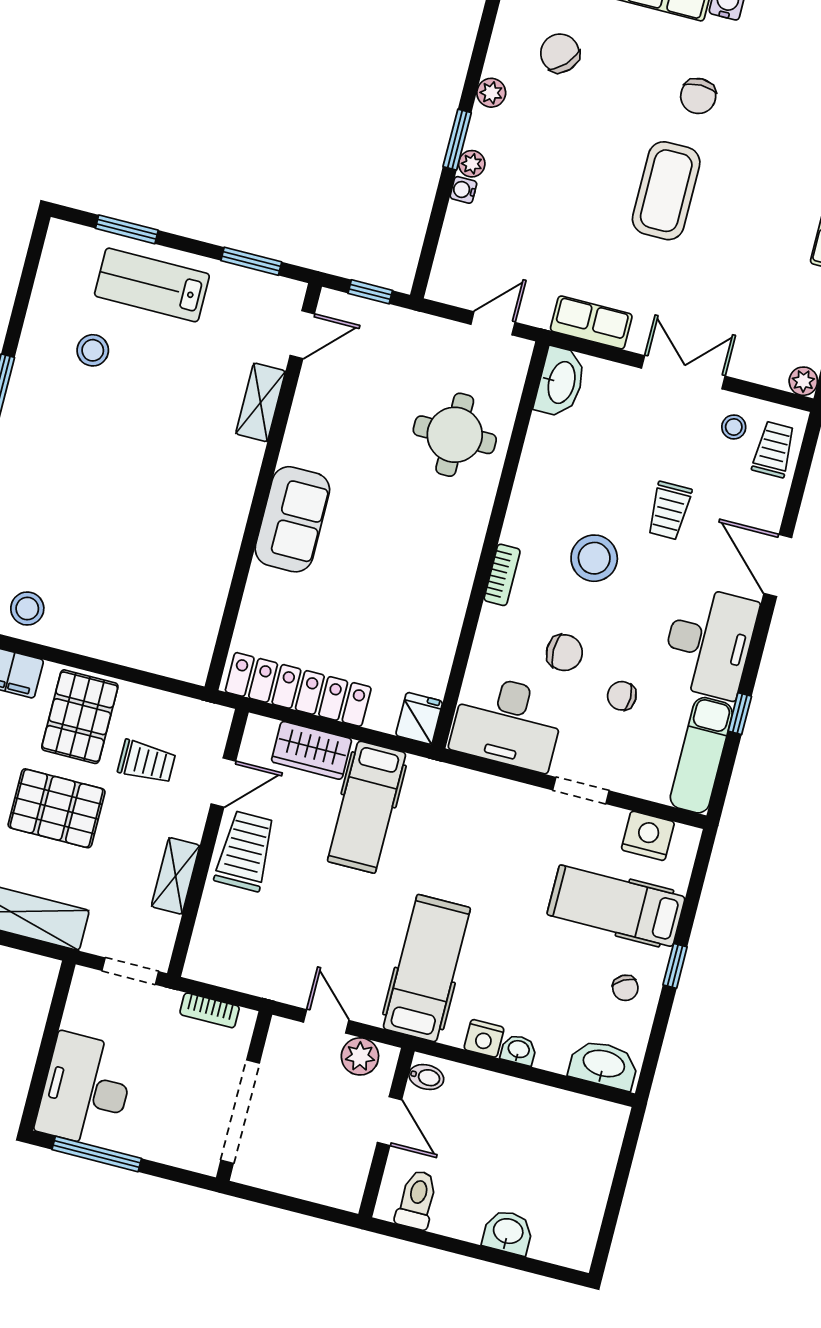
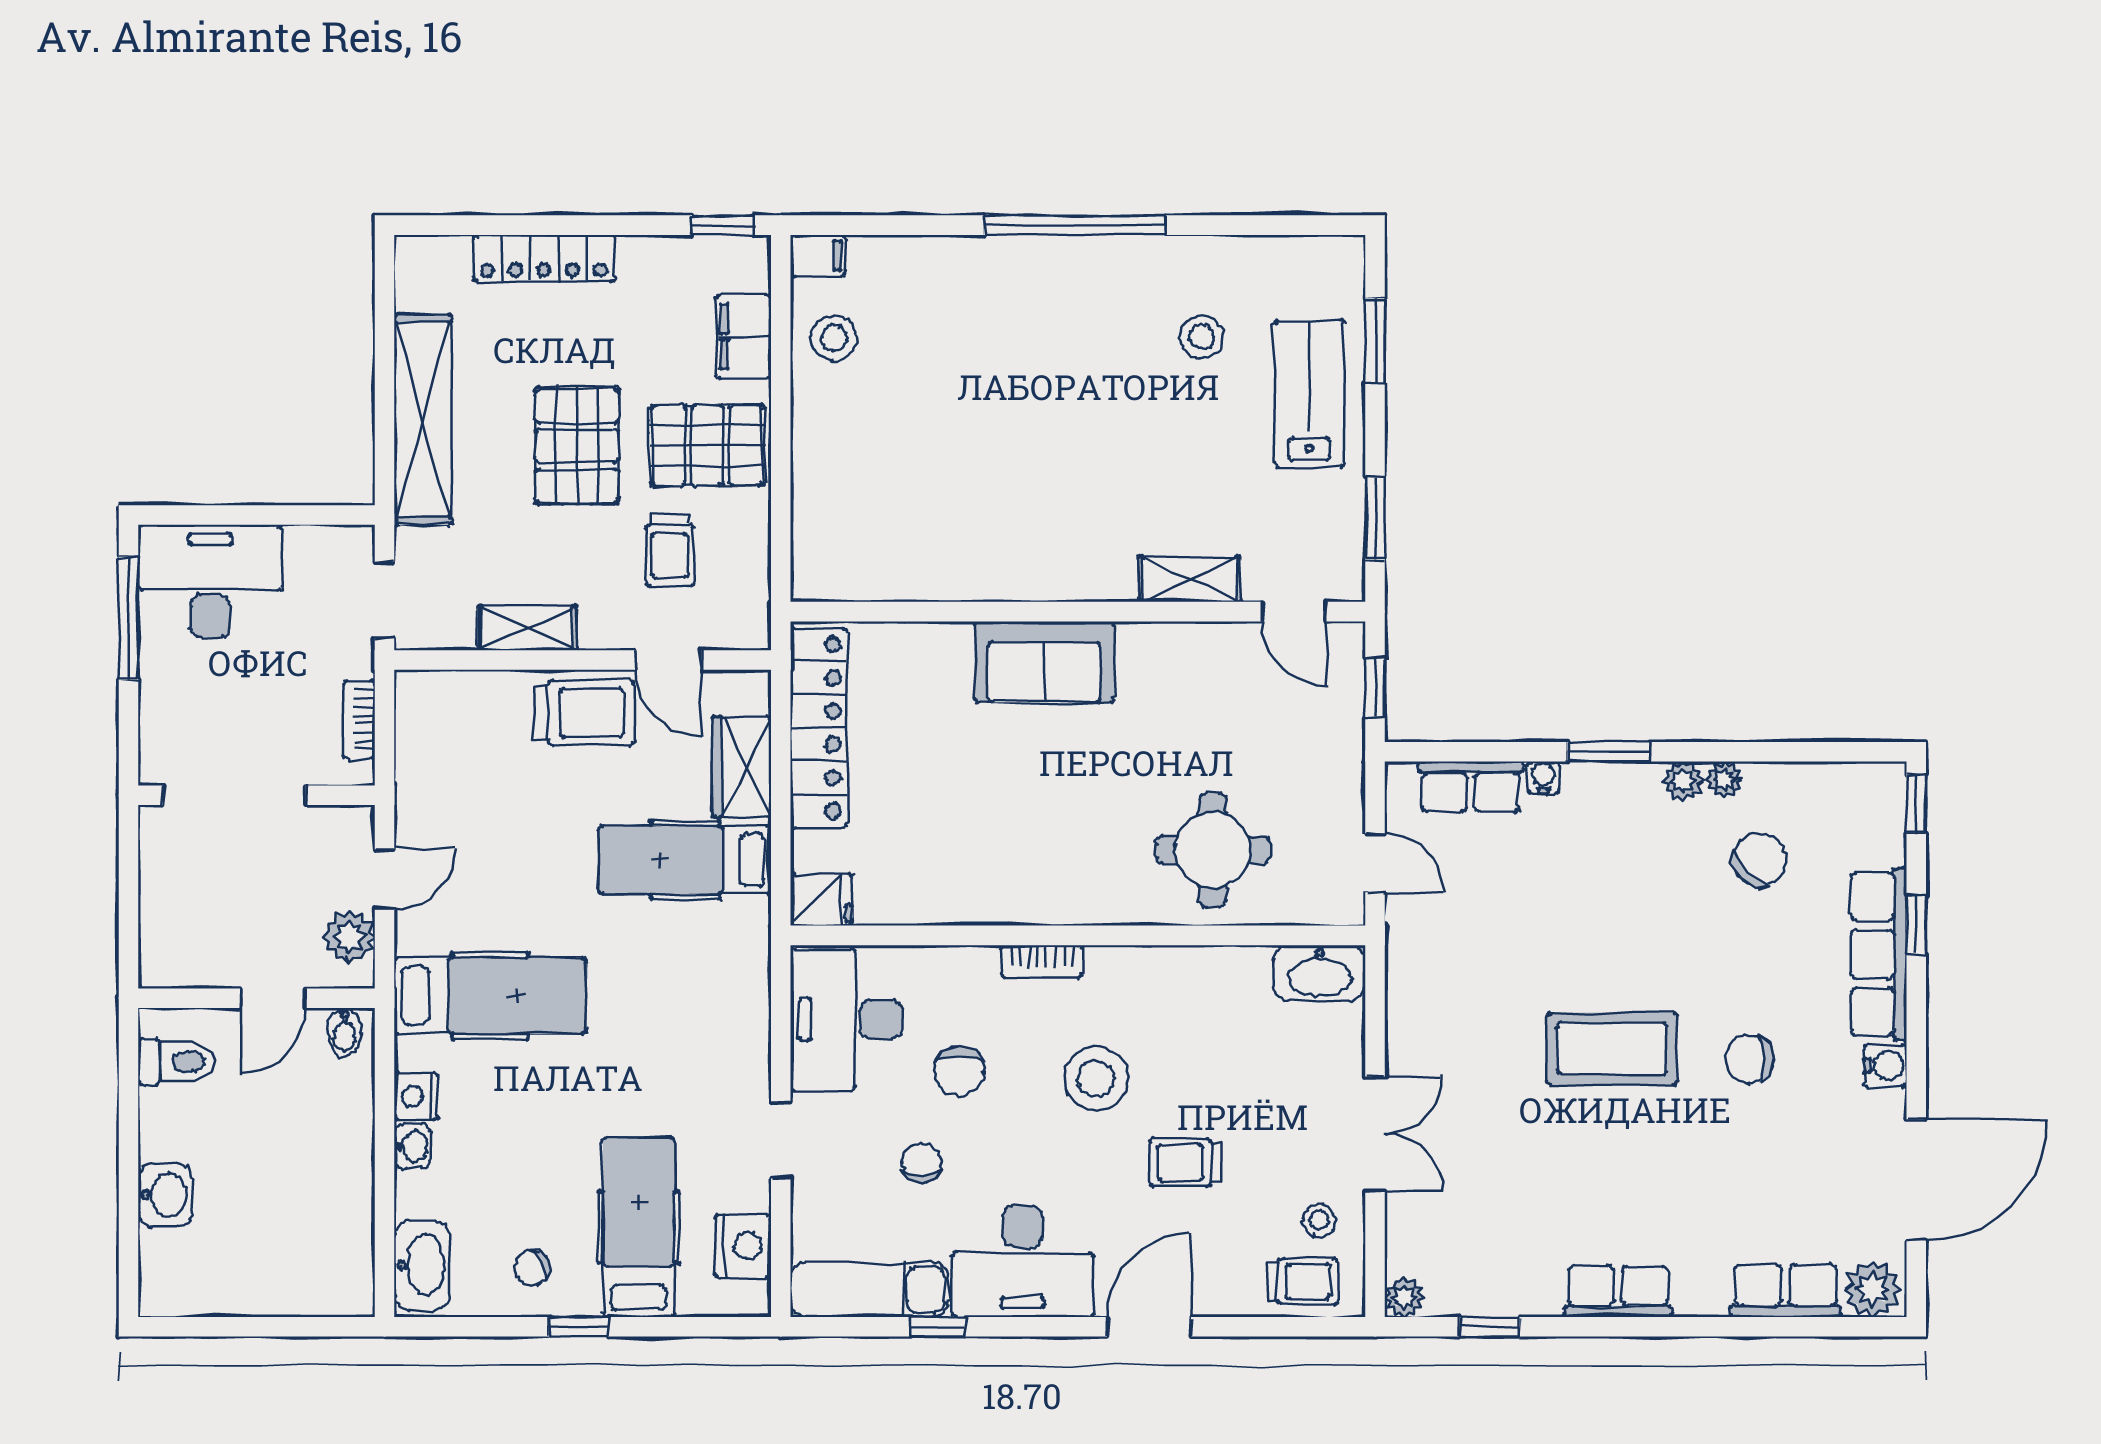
plant: (472, 164) -> (1725, 780), moved
row of seats: (591, 322) -> (1471, 787), moved, turned 90

